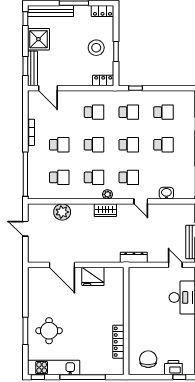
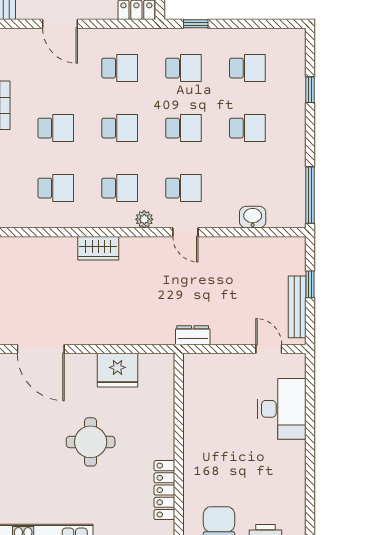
door: (48, 88) -> (60, 24), moved
door: (141, 201) -> (185, 232), moved
wardrobe: (105, 210) -> (98, 248), moved
plant: (62, 212) -> (61, 252), removed
dresser: (134, 257) -> (193, 335), width x0.70
door: (62, 265) -> (41, 349), moved
round table: (49, 331) -> (91, 442), moved

